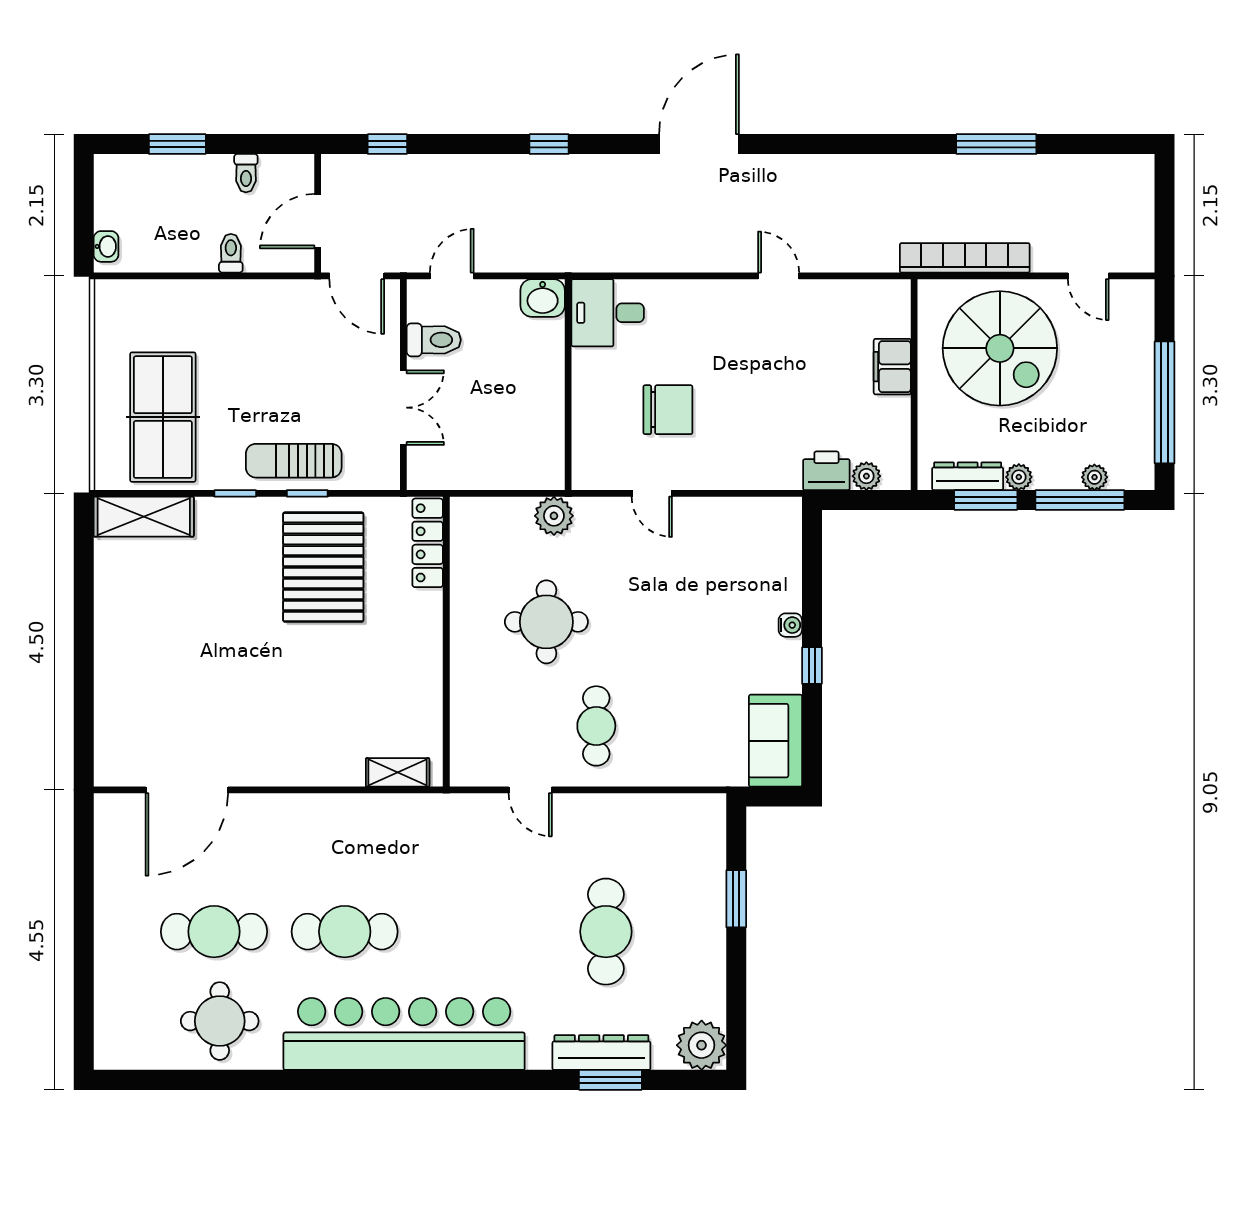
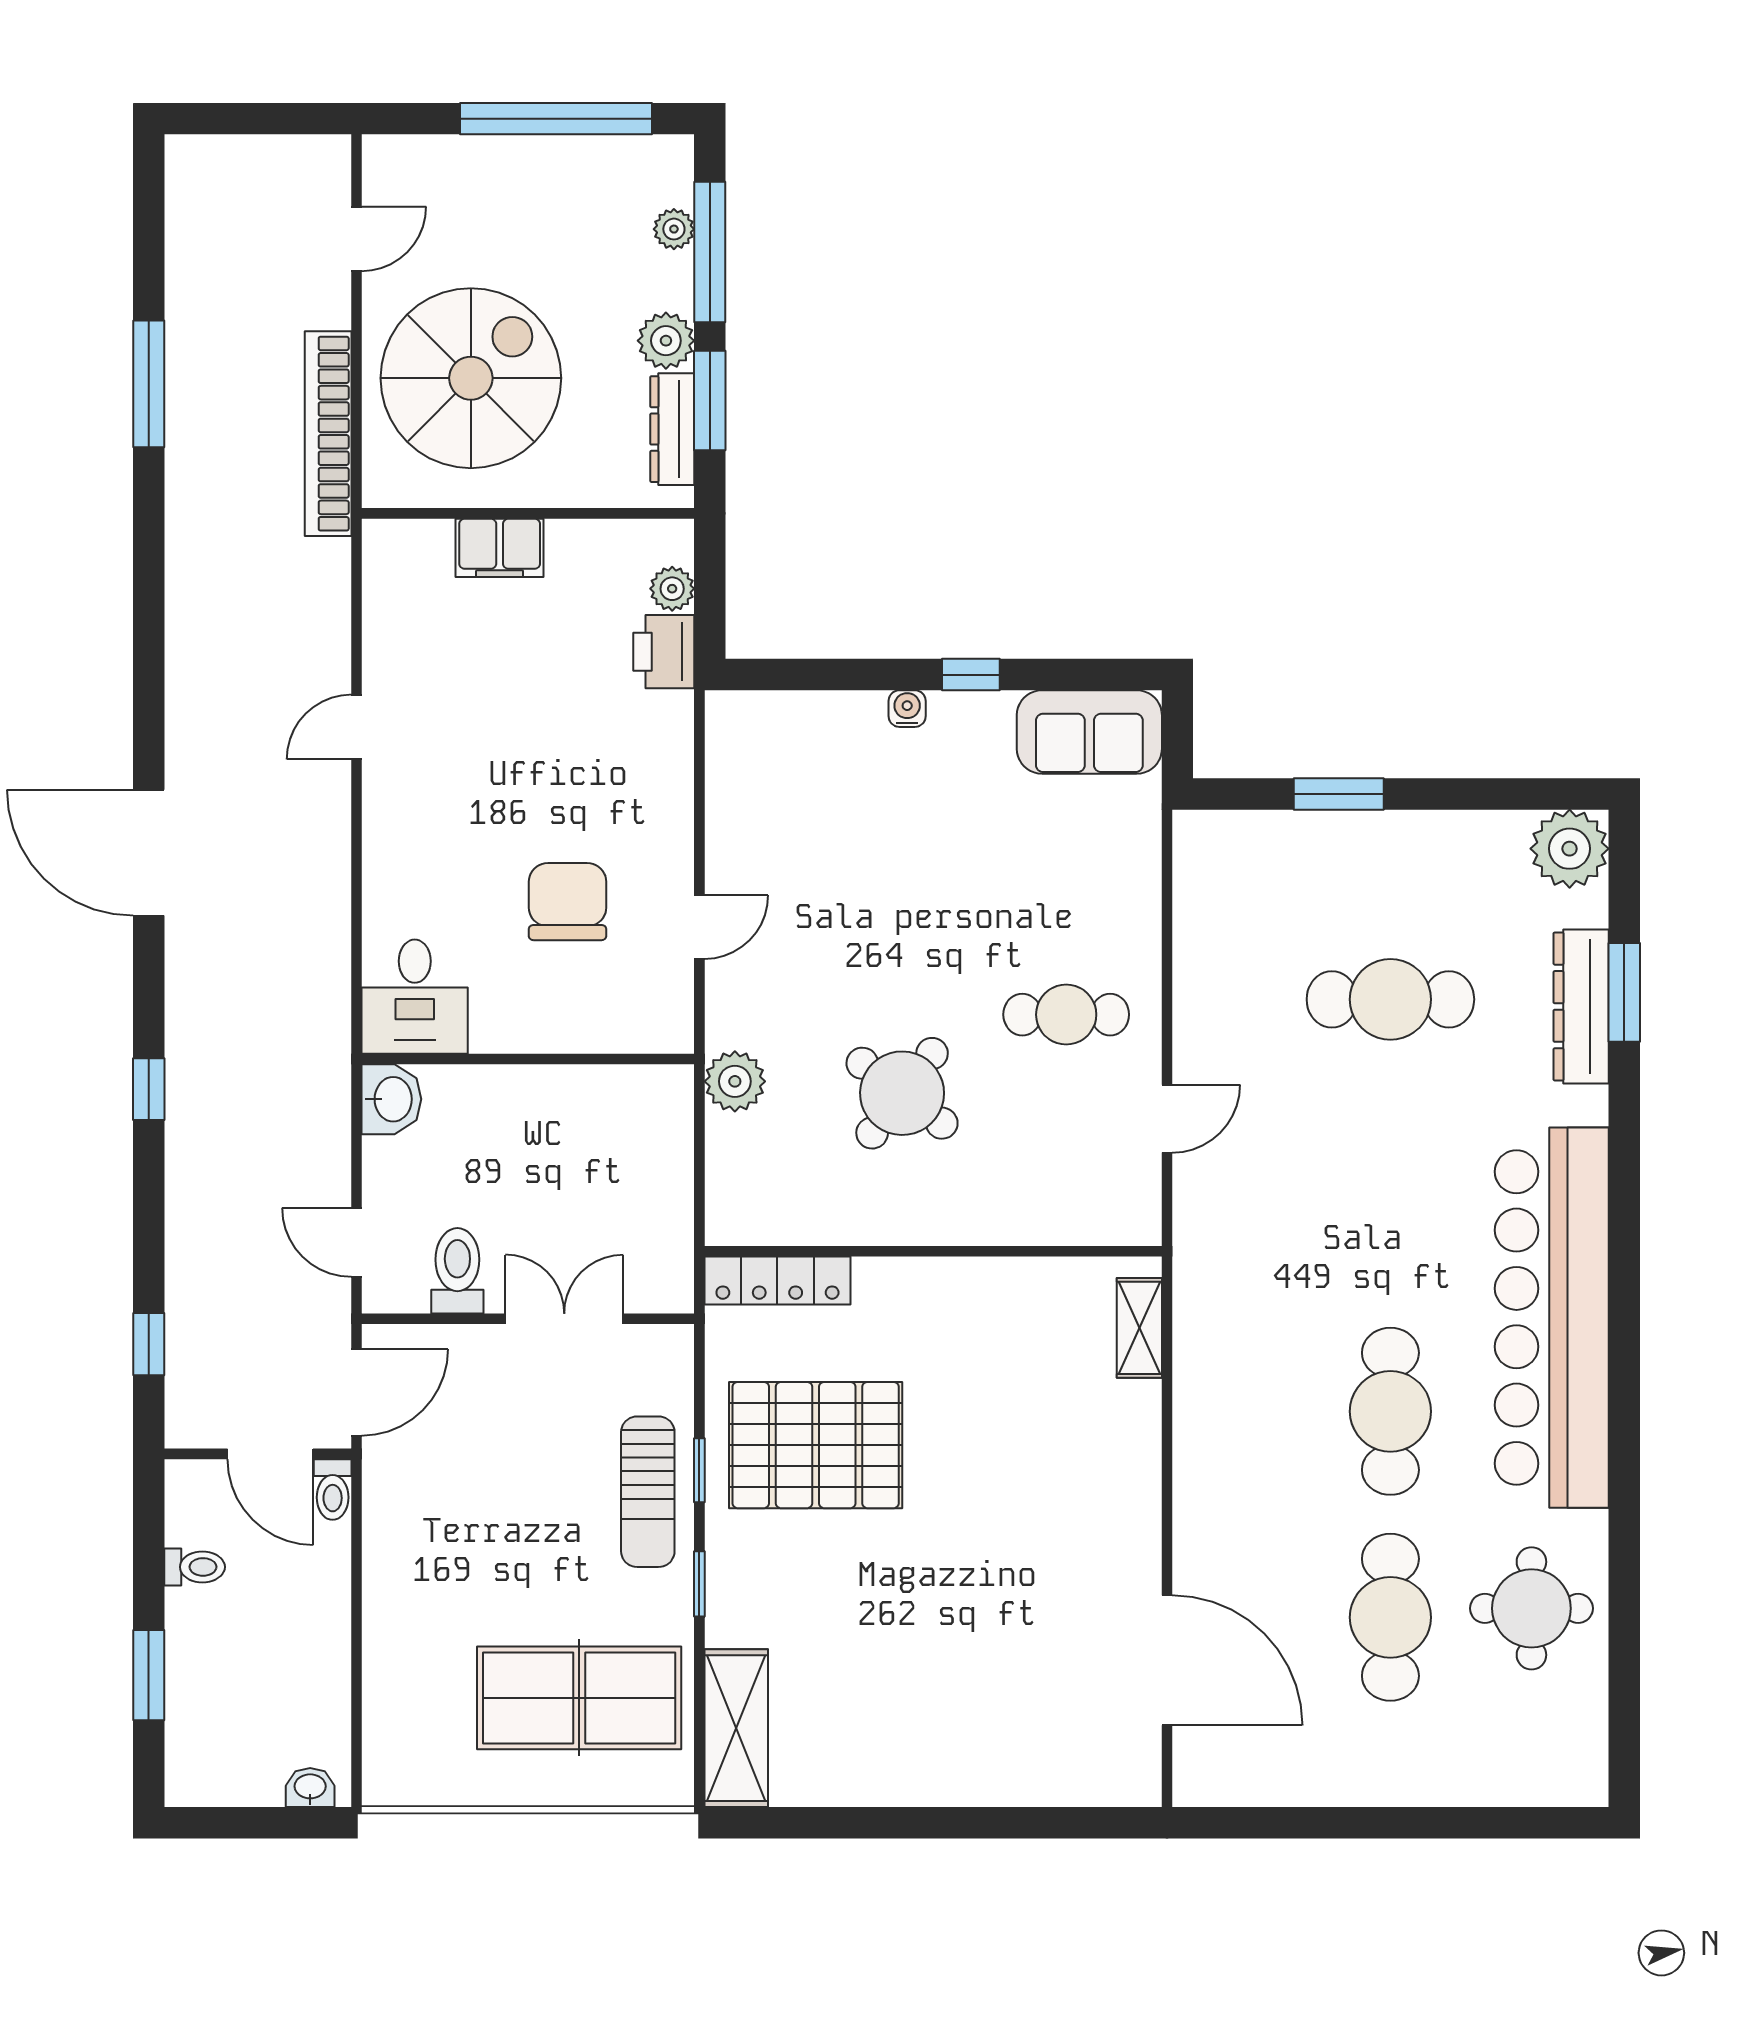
toilet: (231, 253) -> (333, 1489), moved, turned -90
plant: (1019, 477) -> (666, 341), width x1.38, depth x1.38
round table: (546, 622) -> (902, 1093), turned 37

